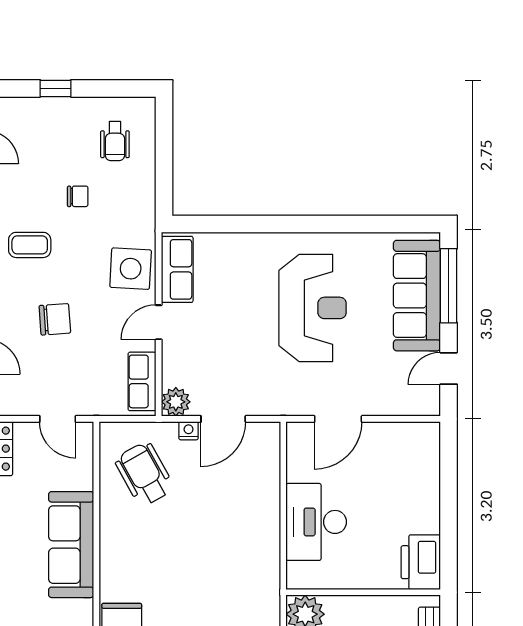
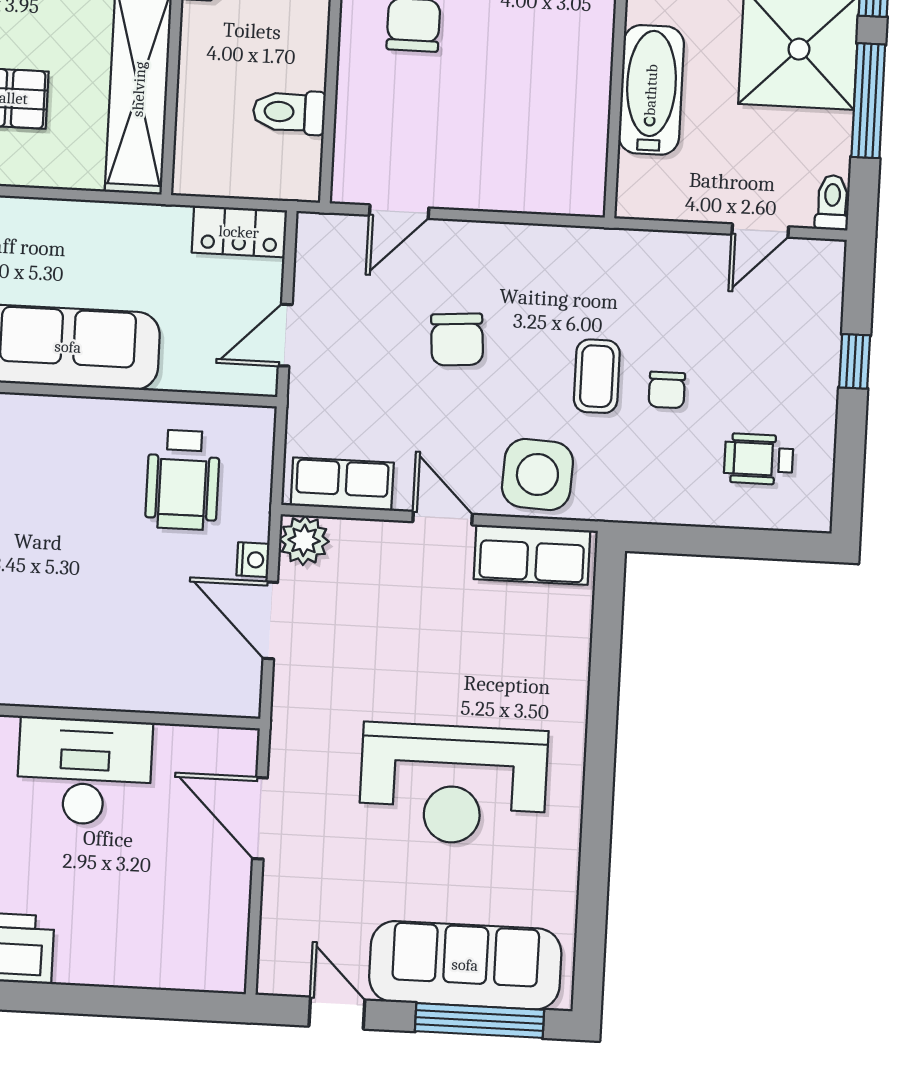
coffee table: (30, 245) -> (597, 376), moved
wheelchair: (144, 474) -> (183, 480), turned 119

